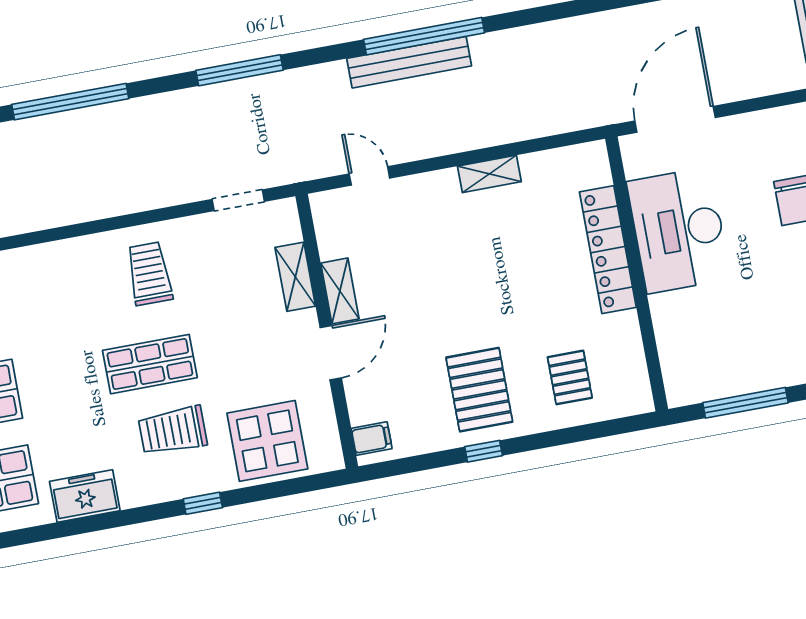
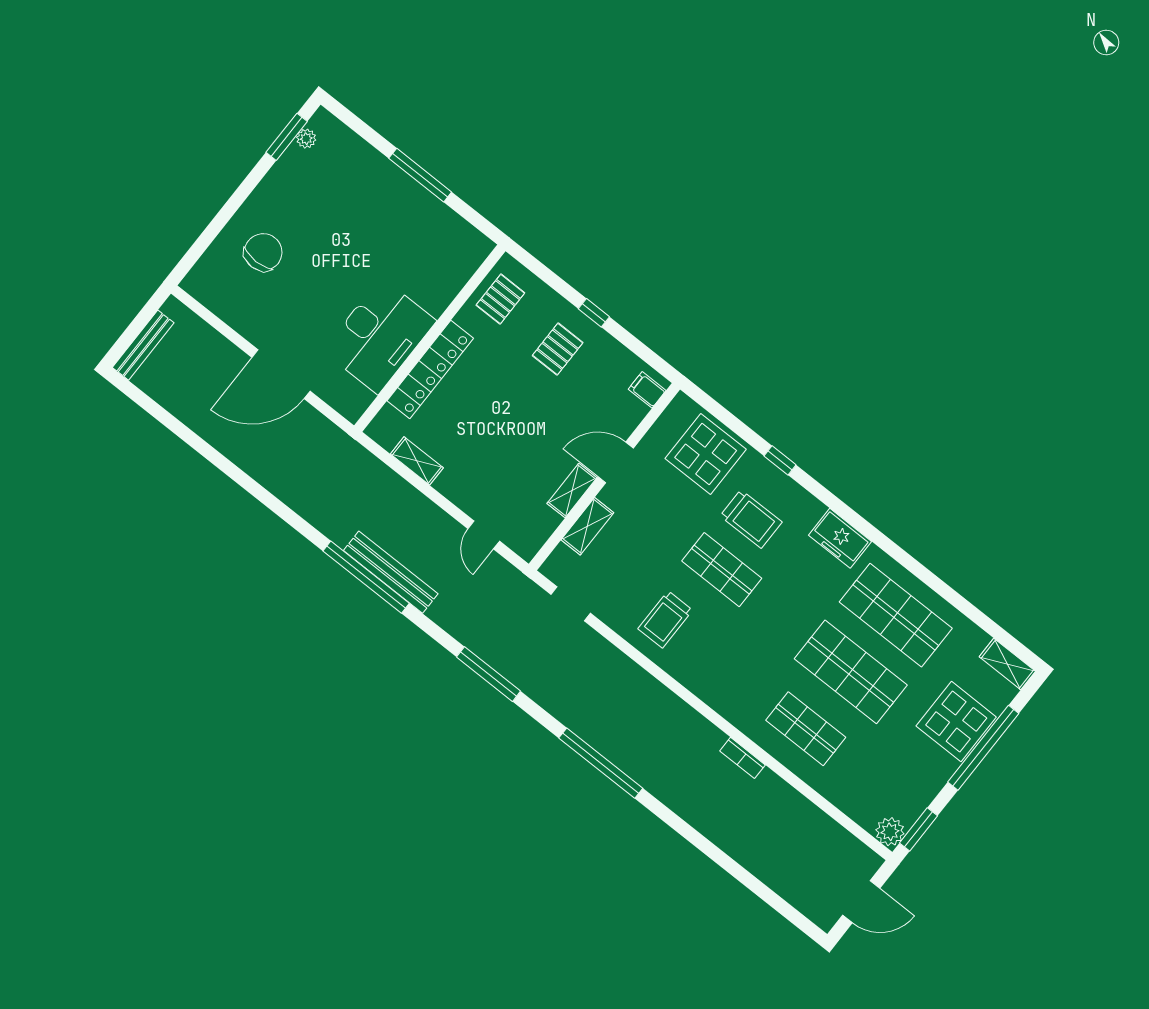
desk: (679, 230) -> (379, 336), moved
locker: (608, 250) -> (430, 370), moved
wall: (637, 274) -> (430, 338), moved
pallet: (479, 390) -> (558, 349), width x0.67, depth x0.71

